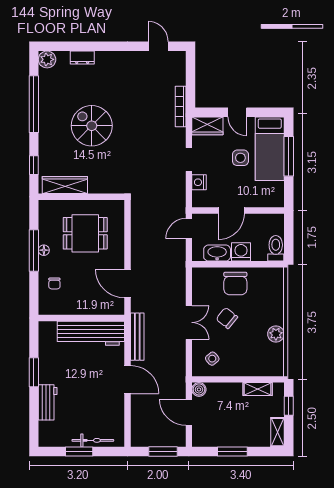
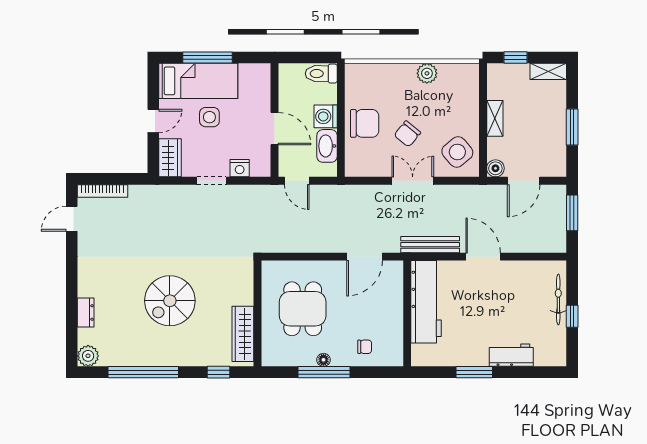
bookcase: (181, 107) -> (103, 191), moved
side table: (212, 359) -> (457, 152), width x1.87, depth x1.87
door: (128, 379) -> (483, 257), hinge flipped
shelving: (258, 389) -> (495, 118), moved
window: (79, 452) -> (572, 316), width x0.67

